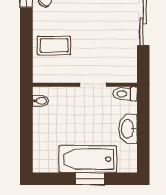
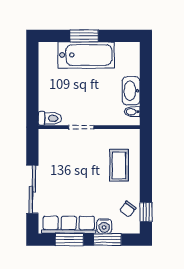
coffee table: (54, 45) -> (119, 165), turned 90
washbasin: (128, 129) -> (131, 91), moved, turned 180

